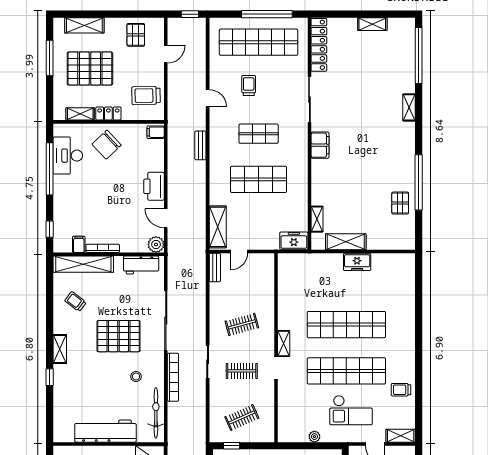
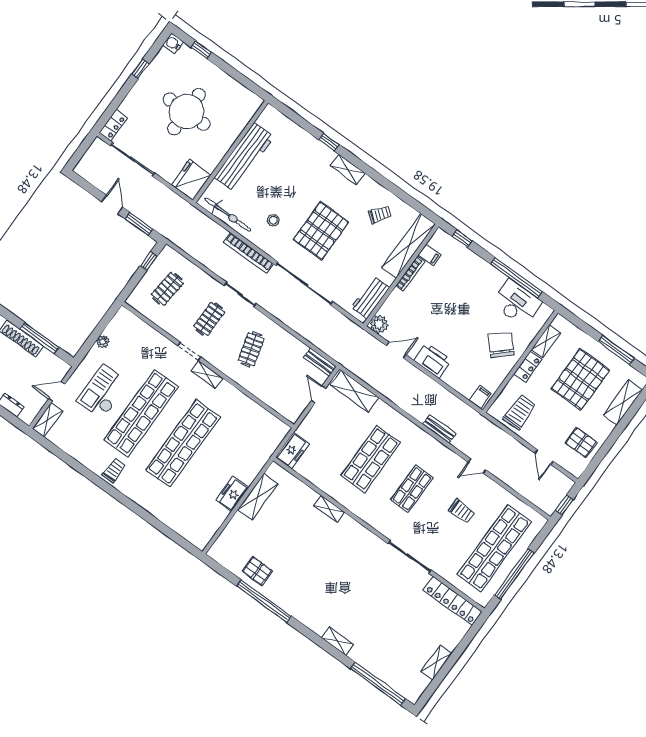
filing cabinet: (320, 145) -> (362, 537), removed
shelving: (317, 219) -> (329, 509), moved
trolley: (401, 390) -> (114, 470), moved
clothes rail: (242, 417) -> (167, 289), turned 30

